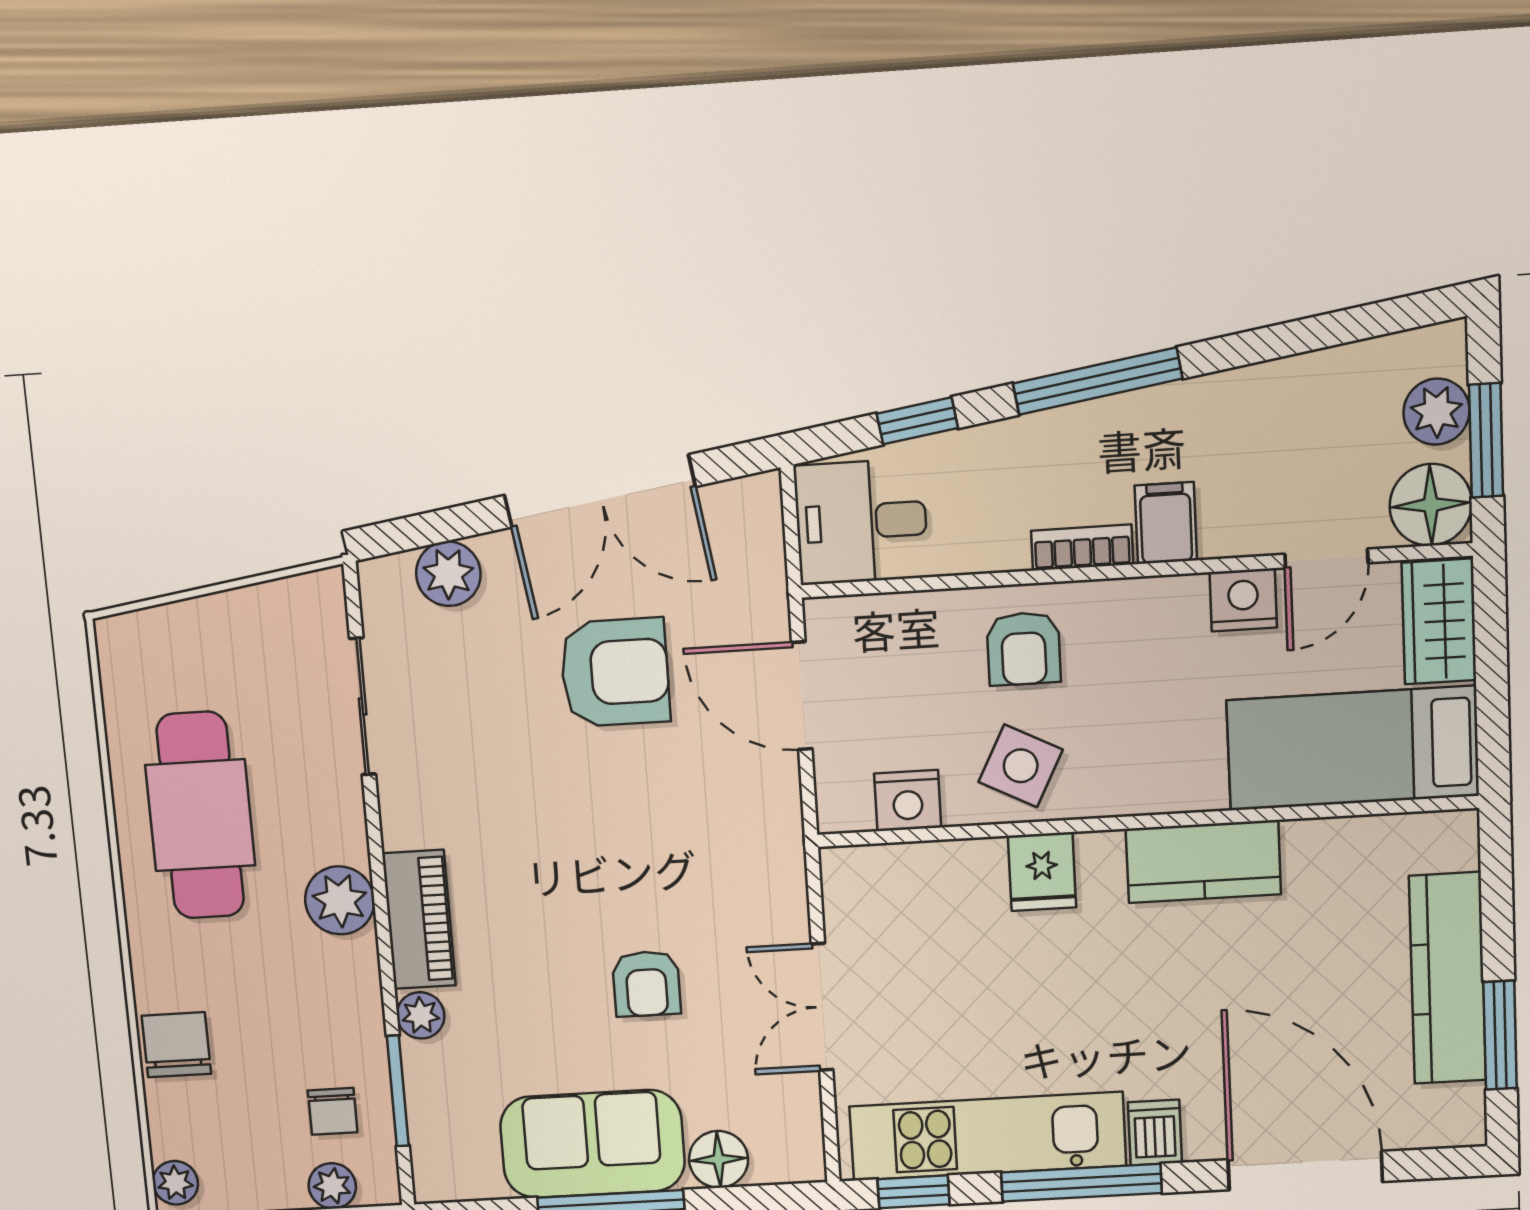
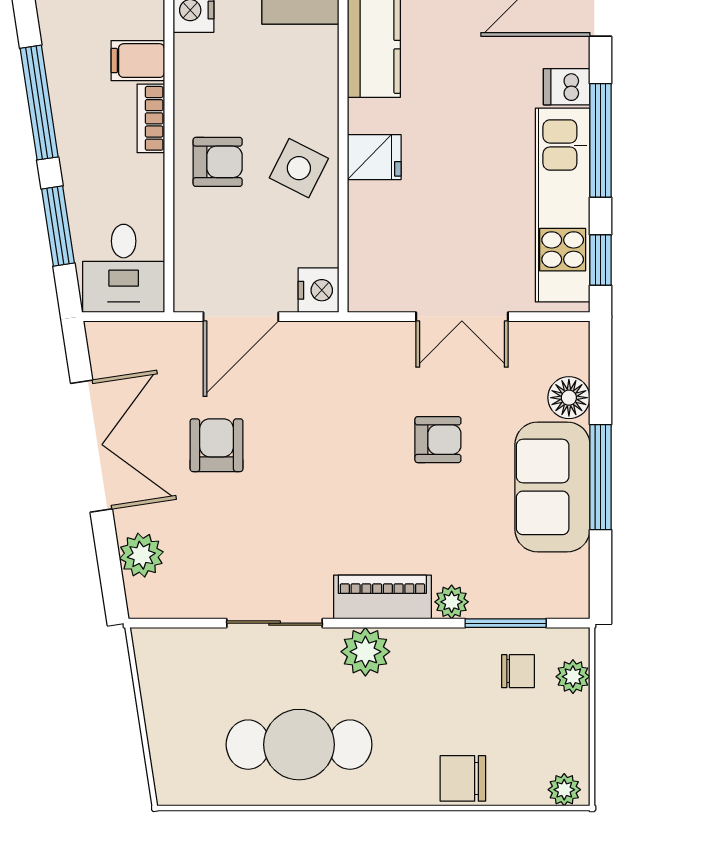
window: (917, 421) -> (58, 226), width x1.50
armchair: (615, 672) -> (217, 445), width x0.72, depth x0.72
sliding door: (363, 706) -> (275, 623), moved
nightstand: (908, 801) -> (318, 290), moved

